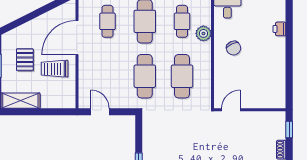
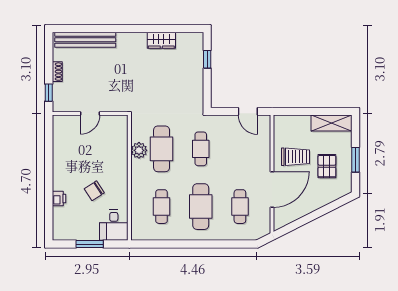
plant: (203, 33) -> (139, 150), moved
chair: (234, 48) -> (94, 191), moved, turned -98
cafe table: (145, 76) -> (201, 149), width x0.73, depth x0.74
door: (231, 110) -> (90, 113), moved

